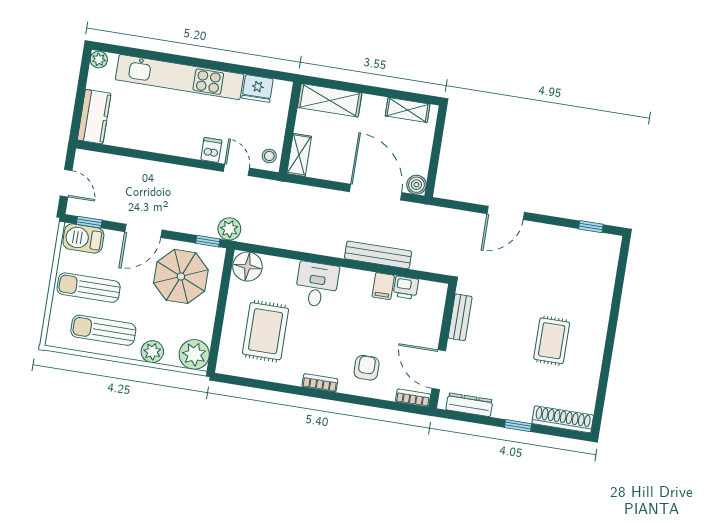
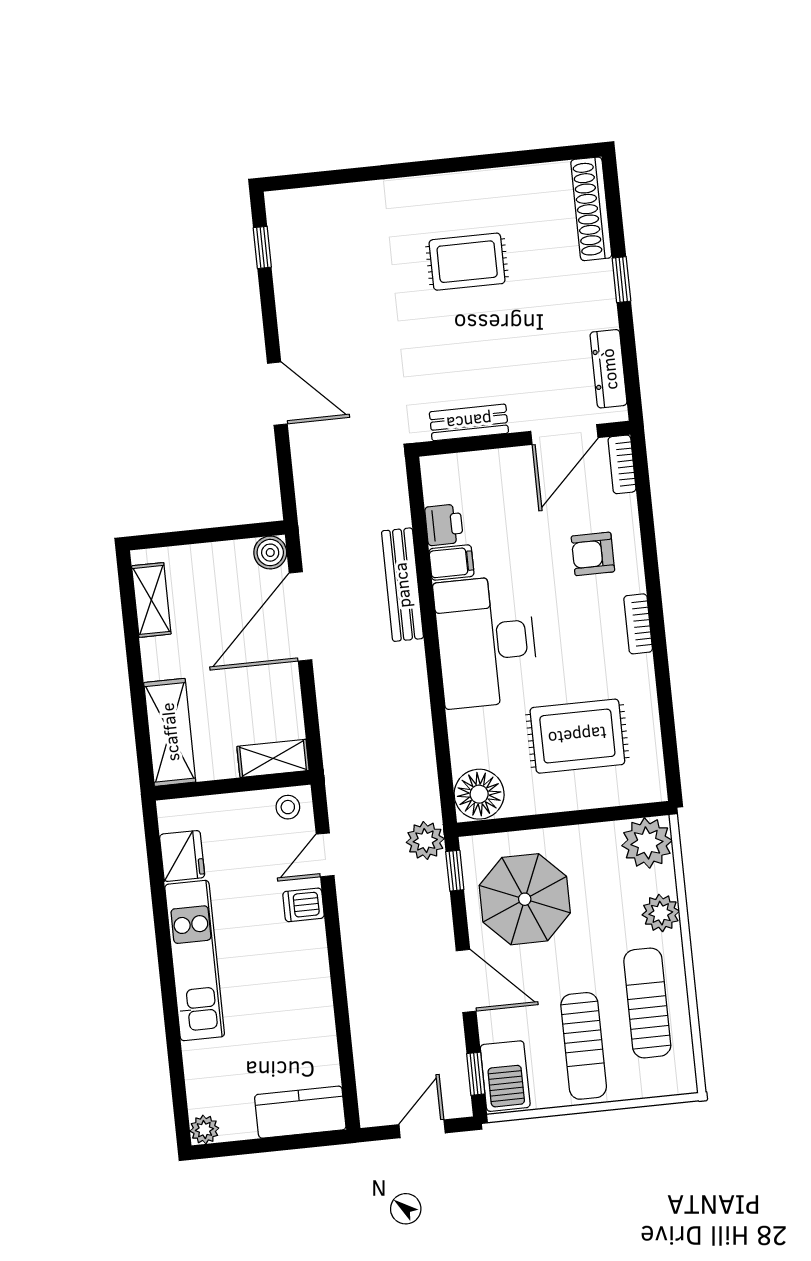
kitchen unit: (180, 77) -> (195, 961), width x0.73
desk: (317, 285) -> (486, 642), width x1.87, depth x1.30
sun lounger: (103, 330) -> (647, 1003), turned 180

